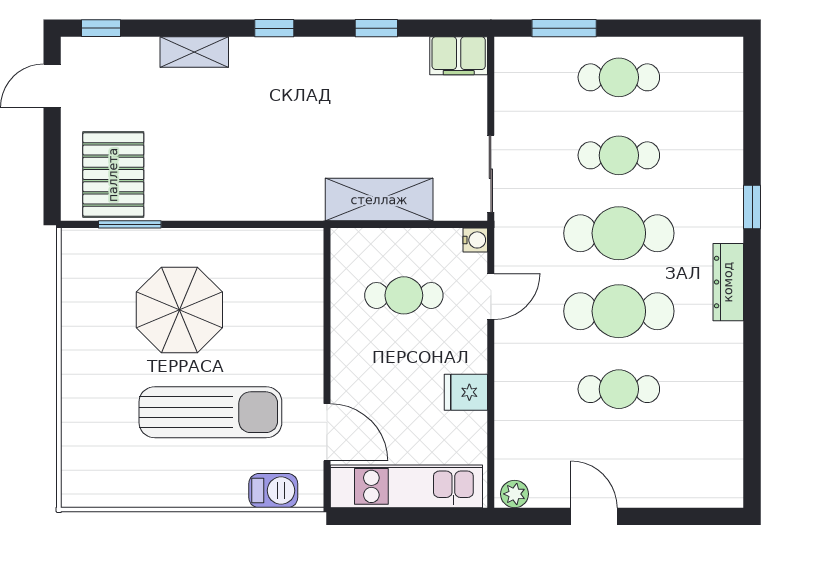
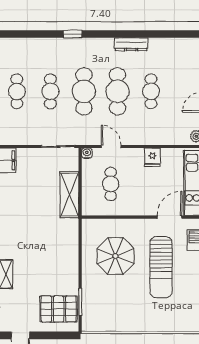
dresser: (728, 282) -> (131, 44), moved
parasol: (179, 310) -> (115, 256), moved
sun lounger: (210, 412) -> (161, 267), turned 180

